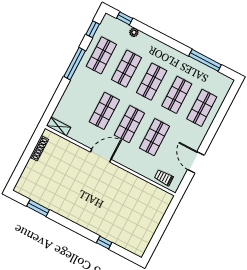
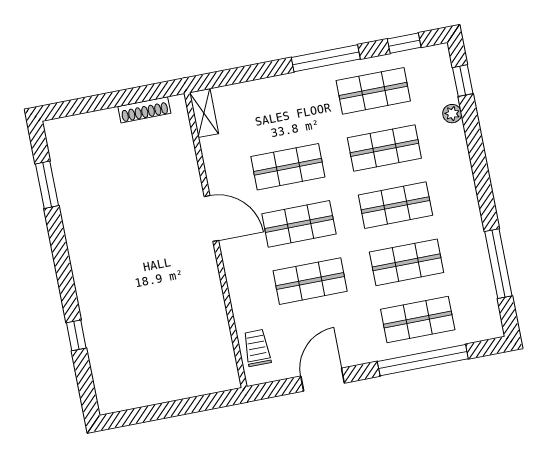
window: (219, 118) -> (423, 360), added

